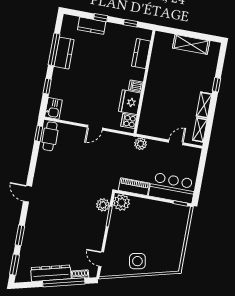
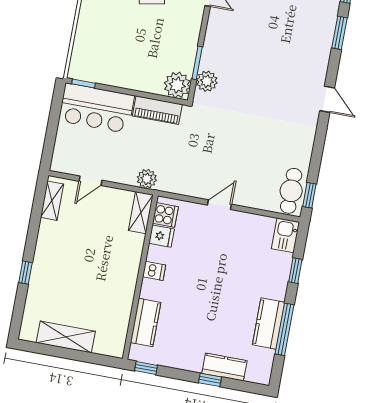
window: (130, 23) -> (146, 368), moved
fridge: (130, 102) -> (162, 236), width x0.53, depth x0.75
shelving: (204, 105) -> (141, 213), moved

